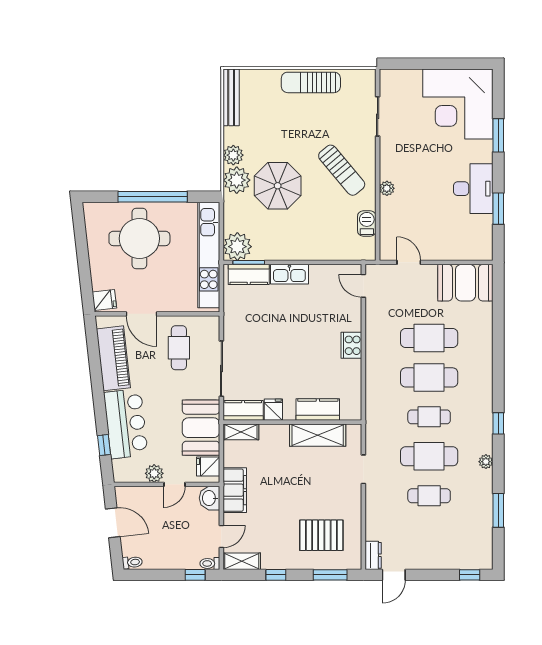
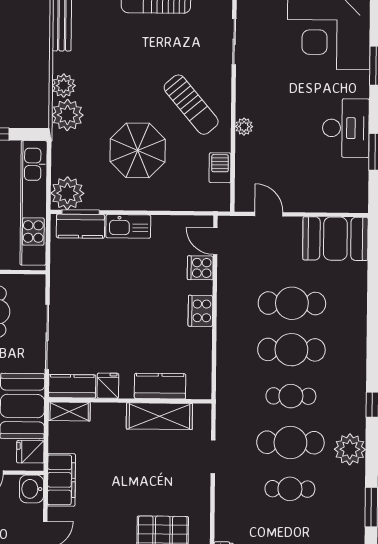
parasol: (278, 186) -> (138, 150), moved
cooker: (351, 309) -> (200, 268), added
plant: (486, 462) -> (350, 449), width x1.88, depth x1.88

